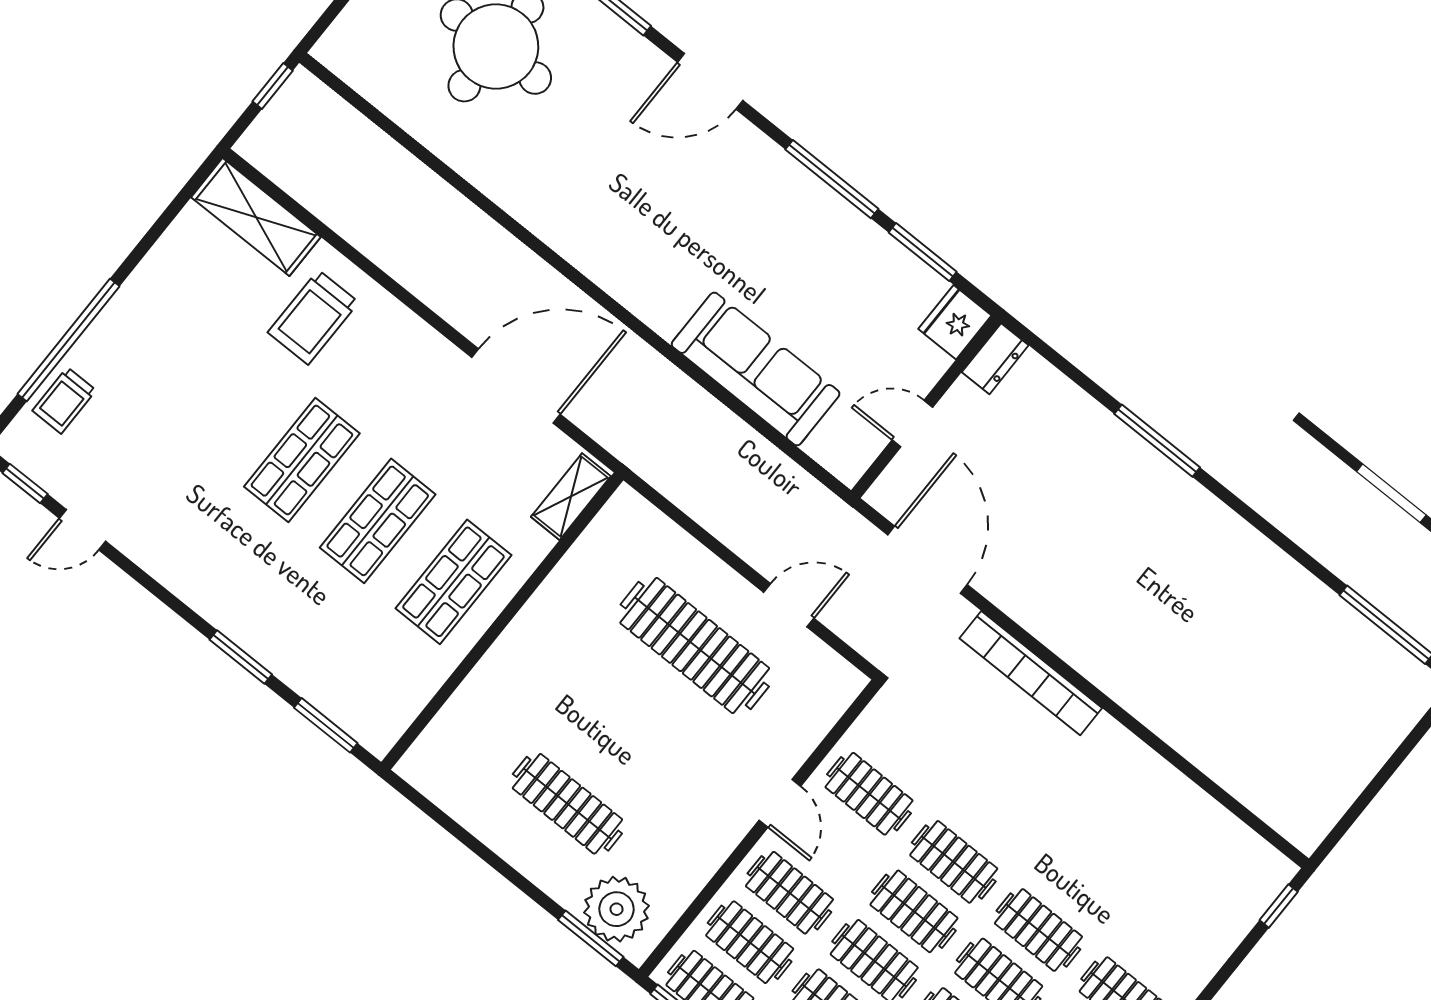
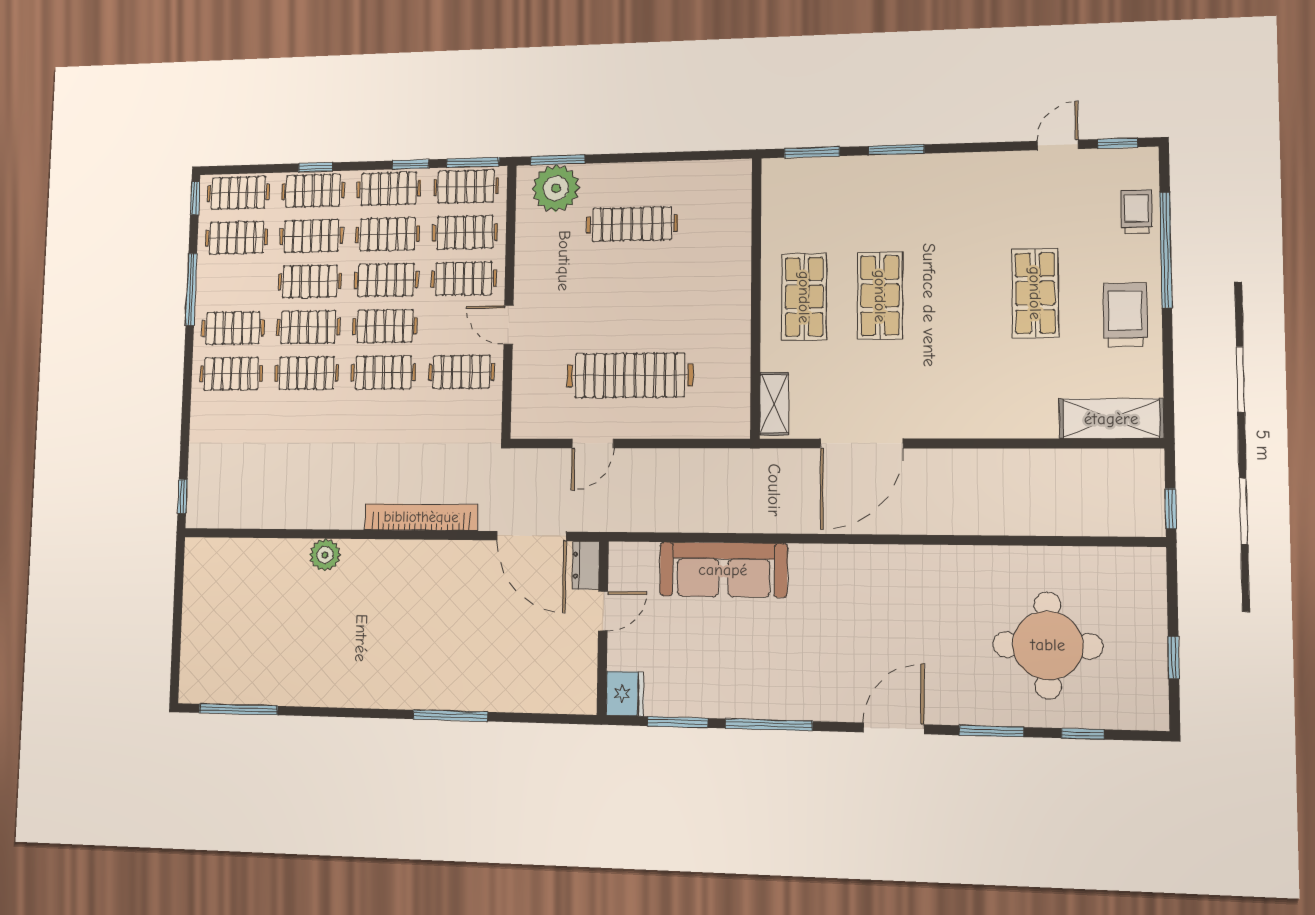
trolley: (313, 317) -> (1125, 315), moved
dresser: (995, 359) -> (586, 565), moved
shop shelf: (302, 460) -> (1035, 293), moved
plant: (1166, 716) -> (325, 555), added

